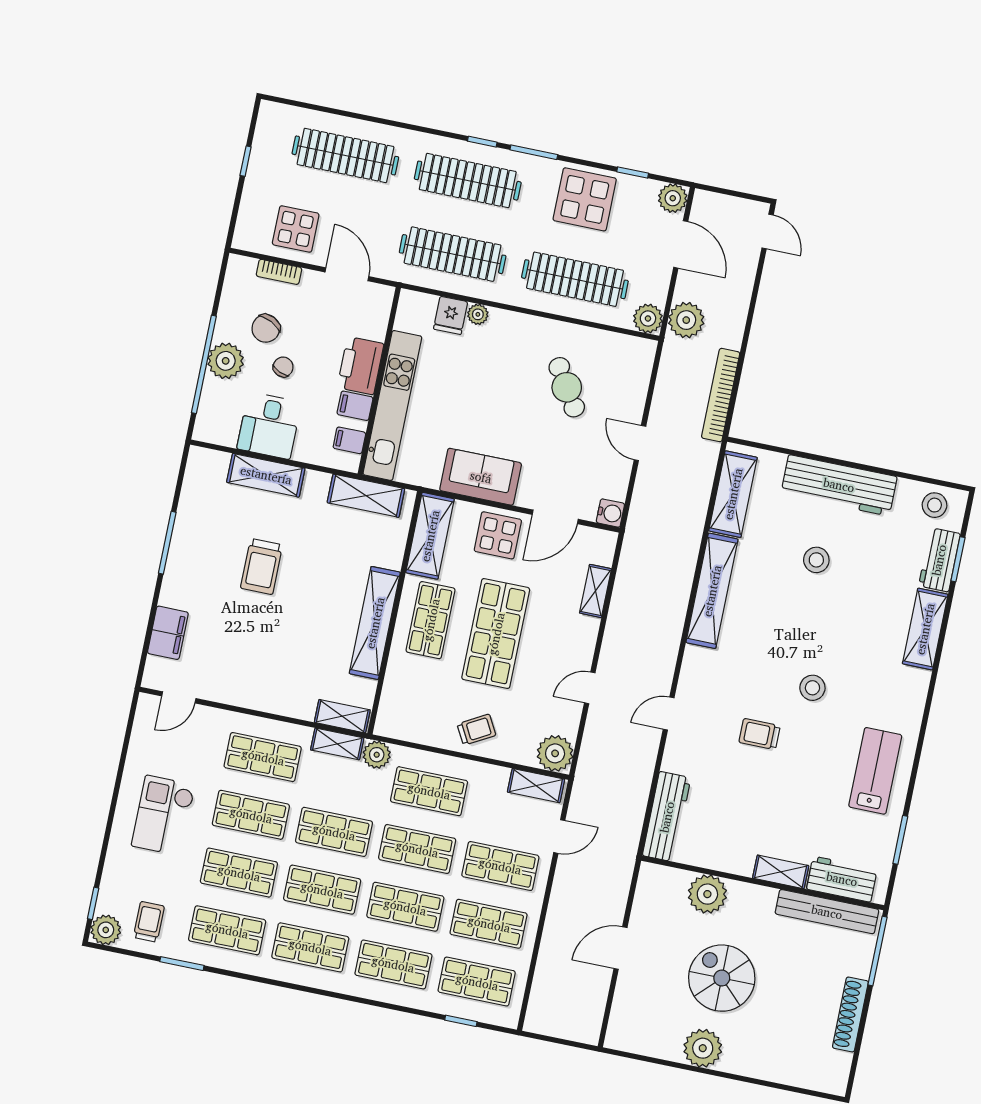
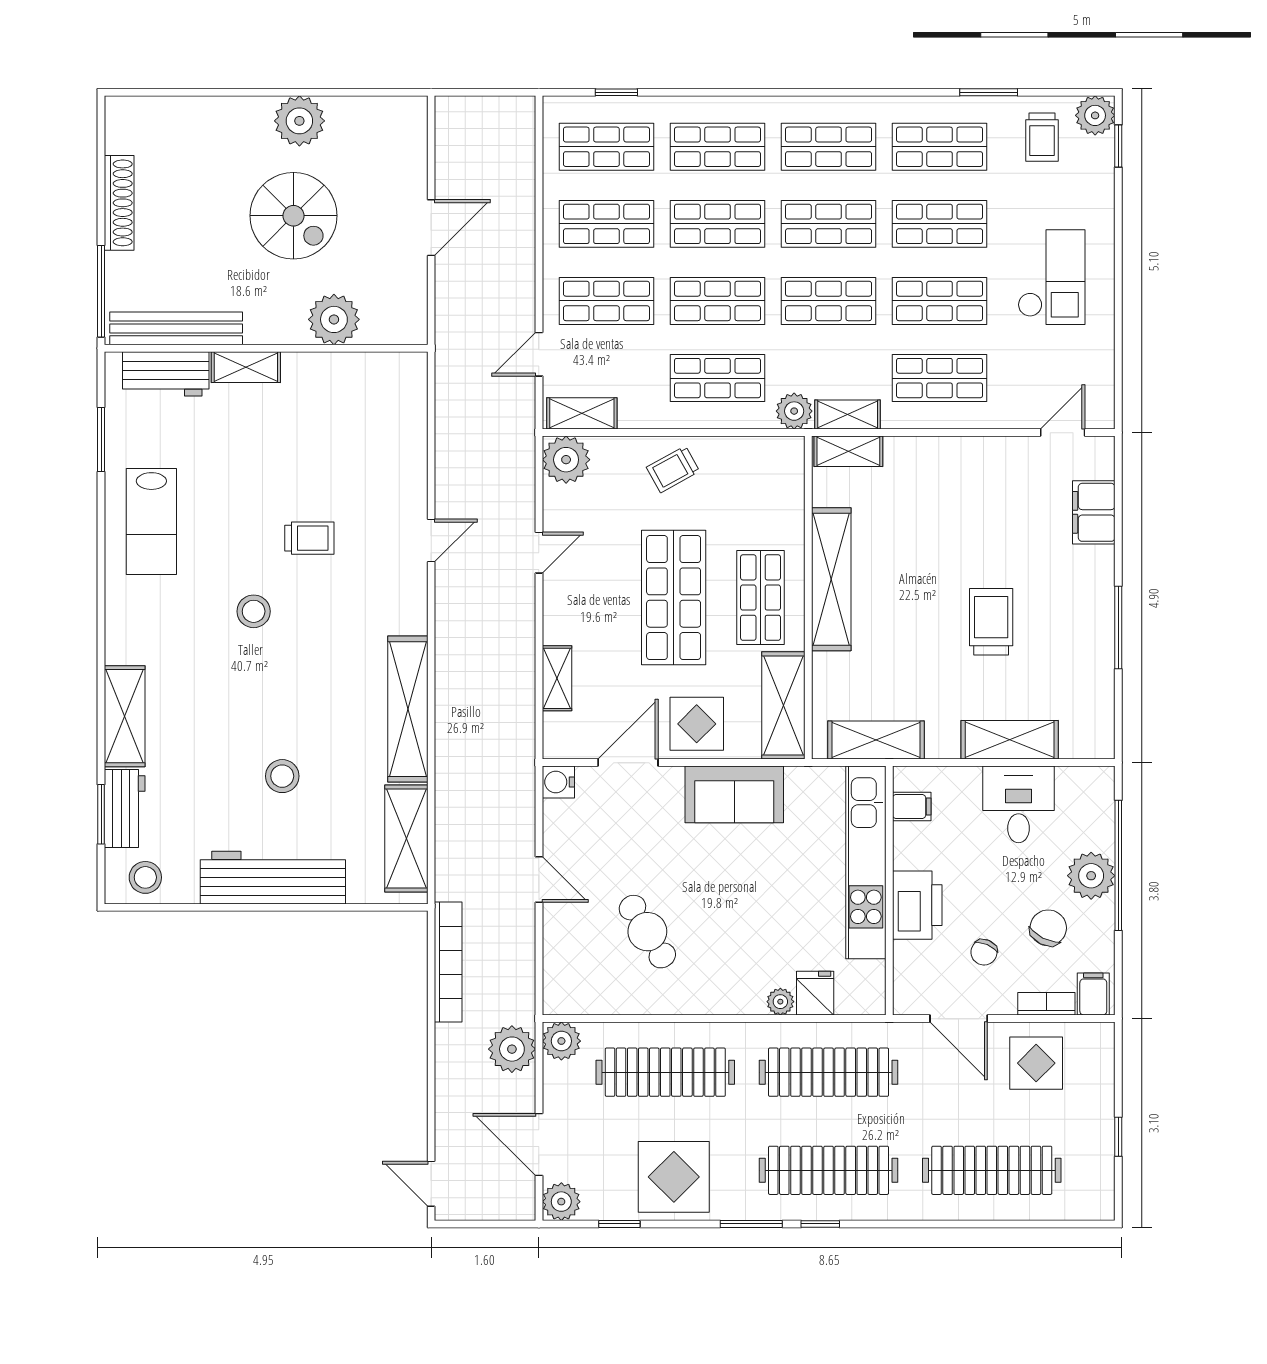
chair: (283, 367) -> (984, 952), moved
filing cabinet: (355, 406) -> (1093, 994), moved, turned -90
workbench: (667, 817) -> (407, 408), removed

